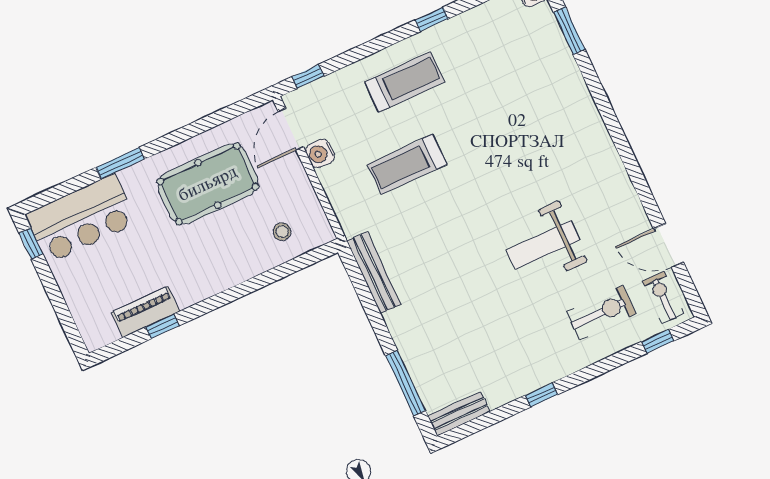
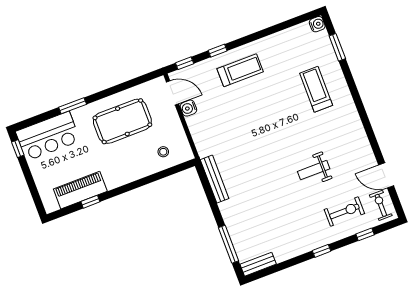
window: (432, 19) -> (218, 51), moved
door: (291, 129) -> (173, 93), swing flipped
treadmill: (407, 164) -> (316, 89), moved, turned 90
weight bench: (543, 245) -> (314, 170), width x0.73, depth x0.75
piano: (146, 312) -> (80, 190), width x1.37, depth x1.33
window: (658, 341) -> (365, 234), moved
window: (541, 395) -> (322, 251), moved

